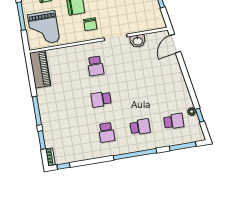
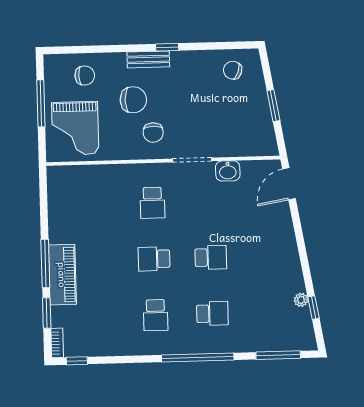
piano: (40, 69) -> (62, 275), moved
school desk: (174, 121) -> (211, 257), moved

